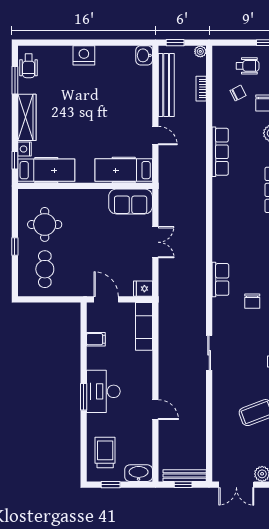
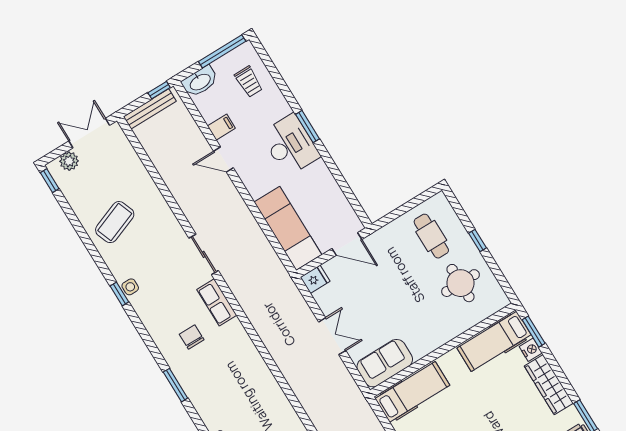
window: (15, 160) -> (534, 332), width x1.50
double door: (155, 242) -> (332, 336), swing flipped
row of seats: (220, 279) -> (217, 302), moved
exam couch: (144, 326) -> (288, 228), width x1.36, depth x1.45
filing cabinet: (96, 339) -> (221, 127), moved, turned 180
trolley: (105, 452) -> (249, 82), width x0.73, depth x0.72
window: (111, 485) -> (222, 51), width x2.17
window: (183, 485) -> (159, 90), moved

